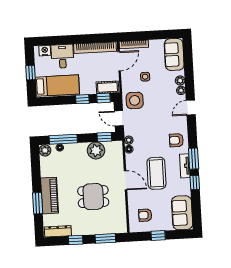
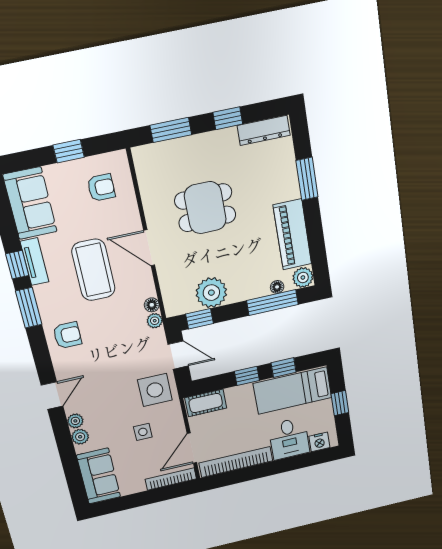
window: (104, 98) -> (284, 368), moved
tv unit: (185, 166) -> (35, 262), moved
piano: (50, 196) -> (292, 235), moved

